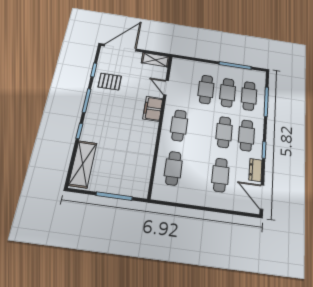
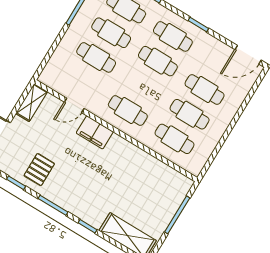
dresser: (255, 170) -> (216, 47), removed
cafe table: (197, 172) -> (190, 114), added

